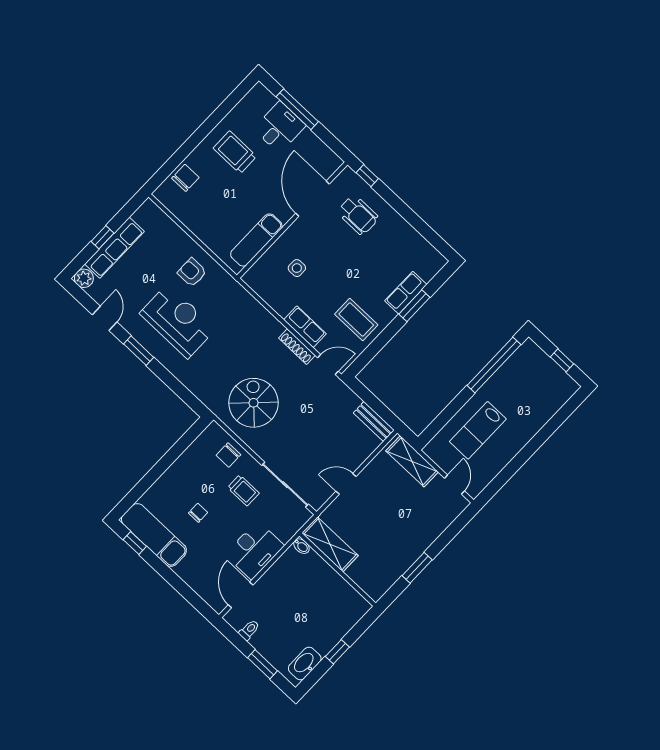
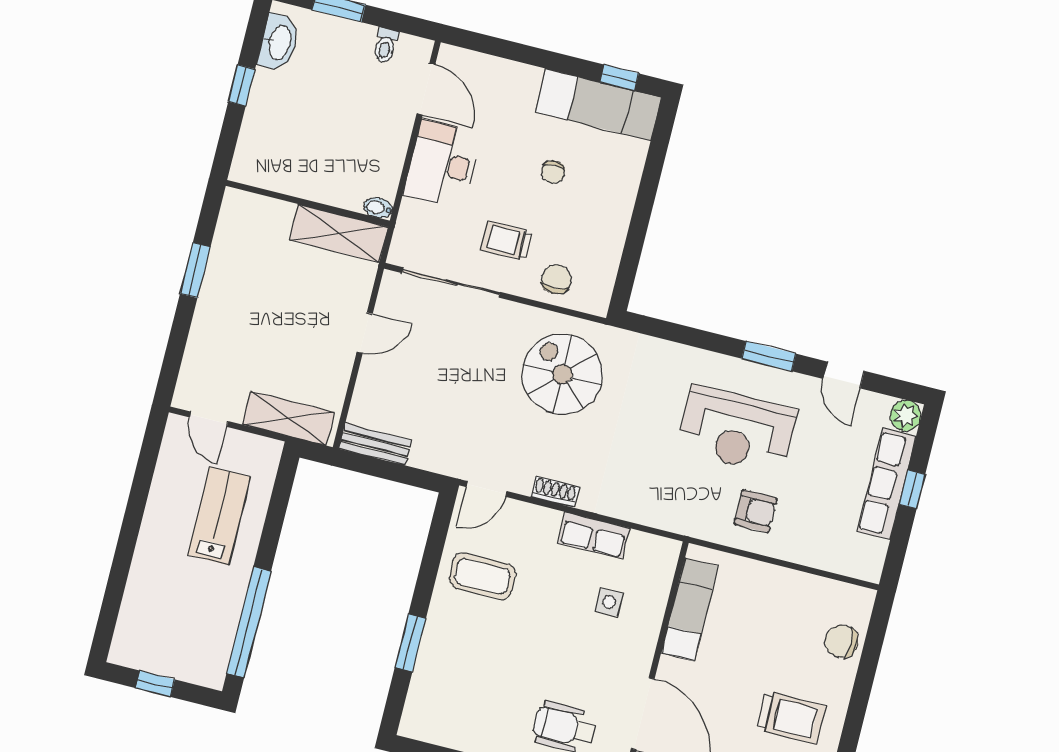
chair: (185, 178) -> (841, 641), turned 90
row of seats: (406, 293) -> (433, 655), removed
row of seats: (305, 327) -> (594, 535), moved
shoe rack: (297, 347) -> (555, 492), width x0.70
spiral stairs: (254, 403) -> (562, 374), turned 180

